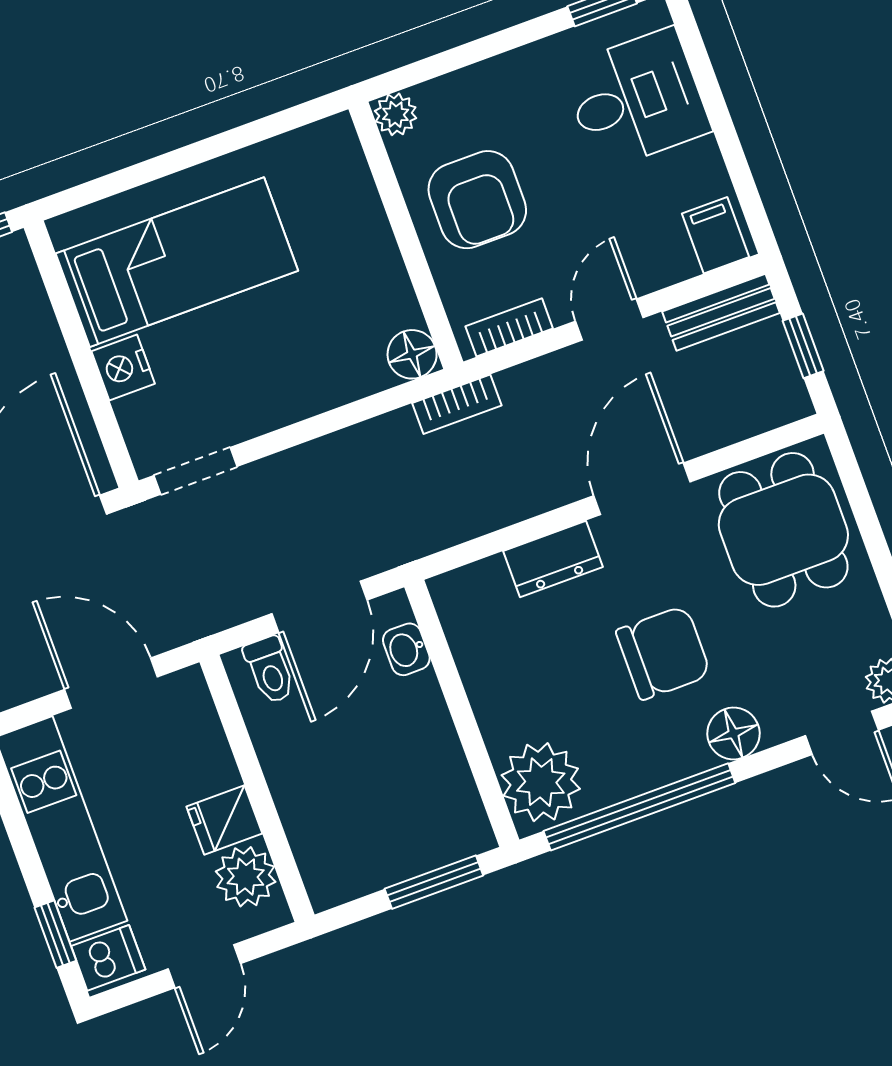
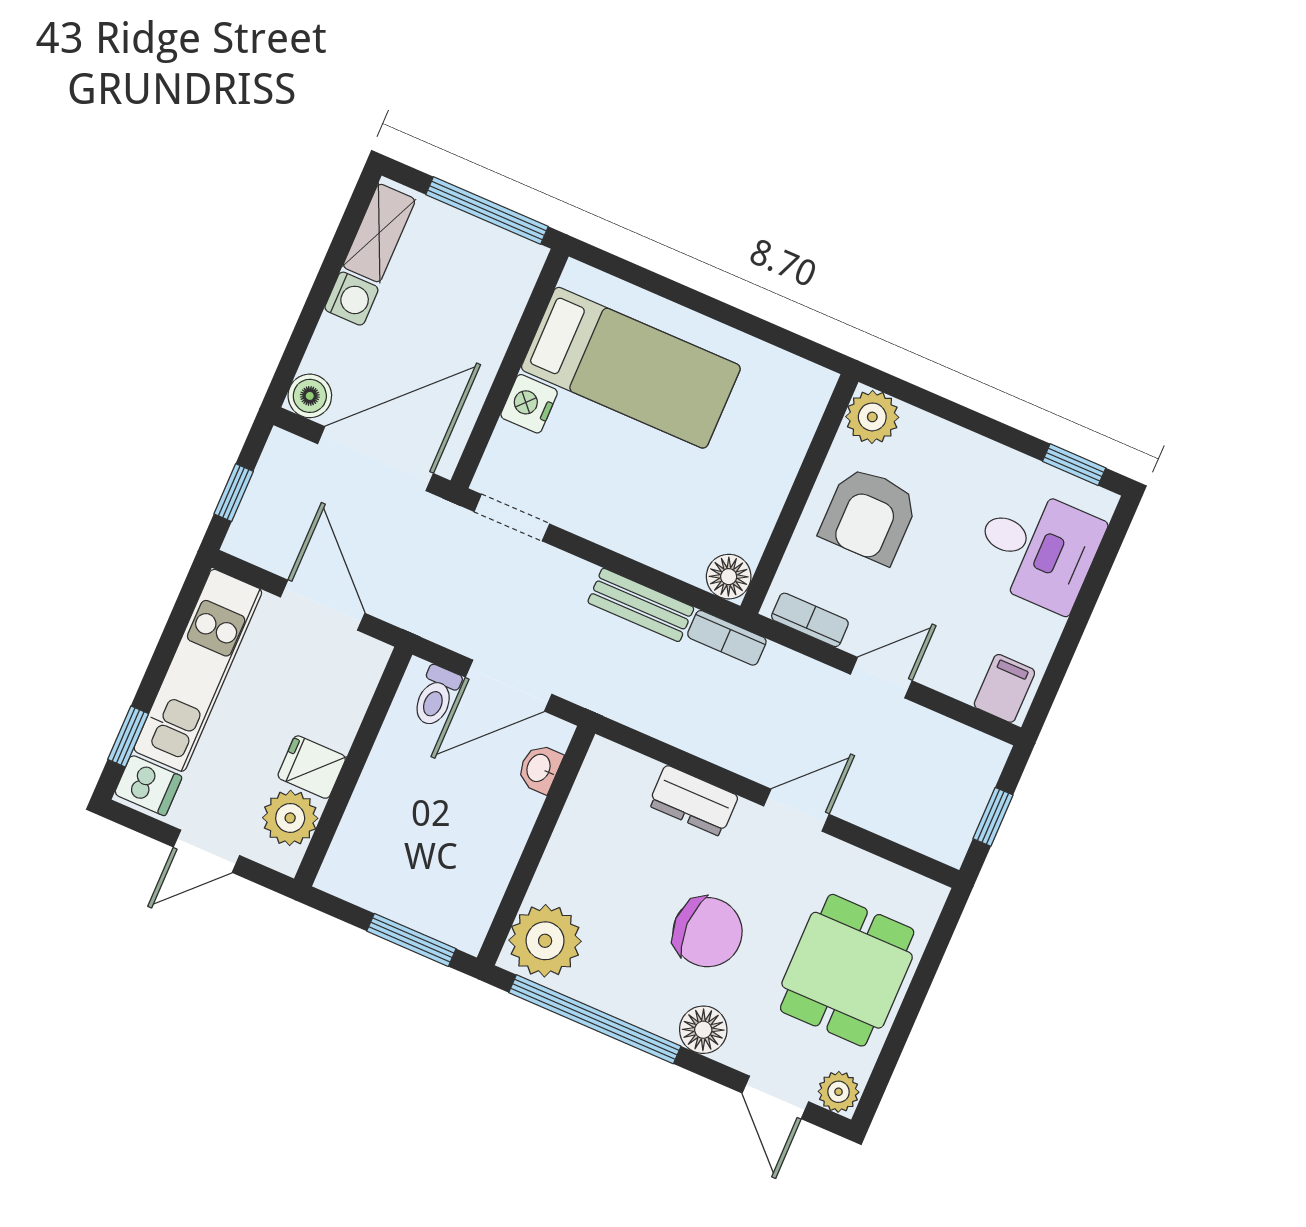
plant: (396, 114) -> (872, 417), width x1.38, depth x1.38
bench: (721, 312) -> (641, 605), moved
door: (642, 489) -> (796, 810), width x0.73
dining table: (783, 530) -> (847, 970), moved

